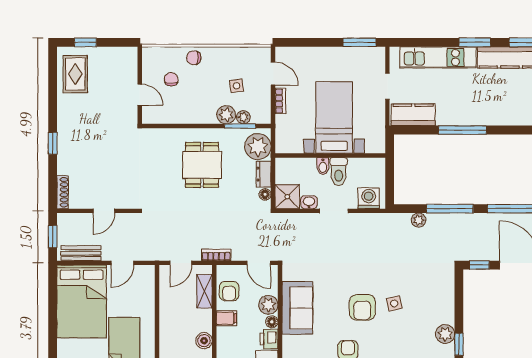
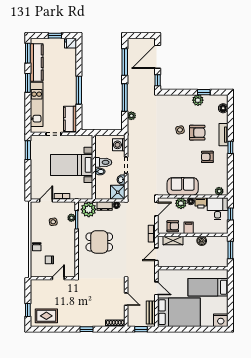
plant: (226, 115) -> (70, 228), removed
door: (181, 263) -> (156, 254), swing flipped
armchair: (362, 307) -> (197, 133), moved

